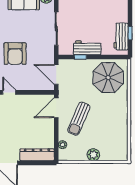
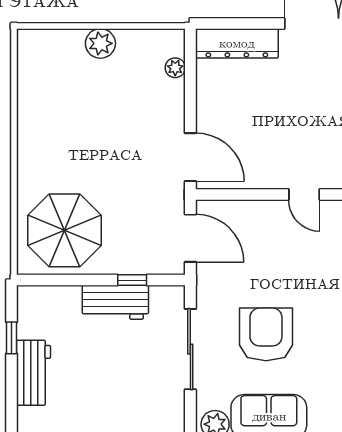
workbench: (121, 37) -> (34, 373), moved
armchair: (15, 54) -> (266, 334), moved
door: (56, 108) -> (190, 157), hinge flipped
sun lounger: (79, 119) -> (136, 131), removed

